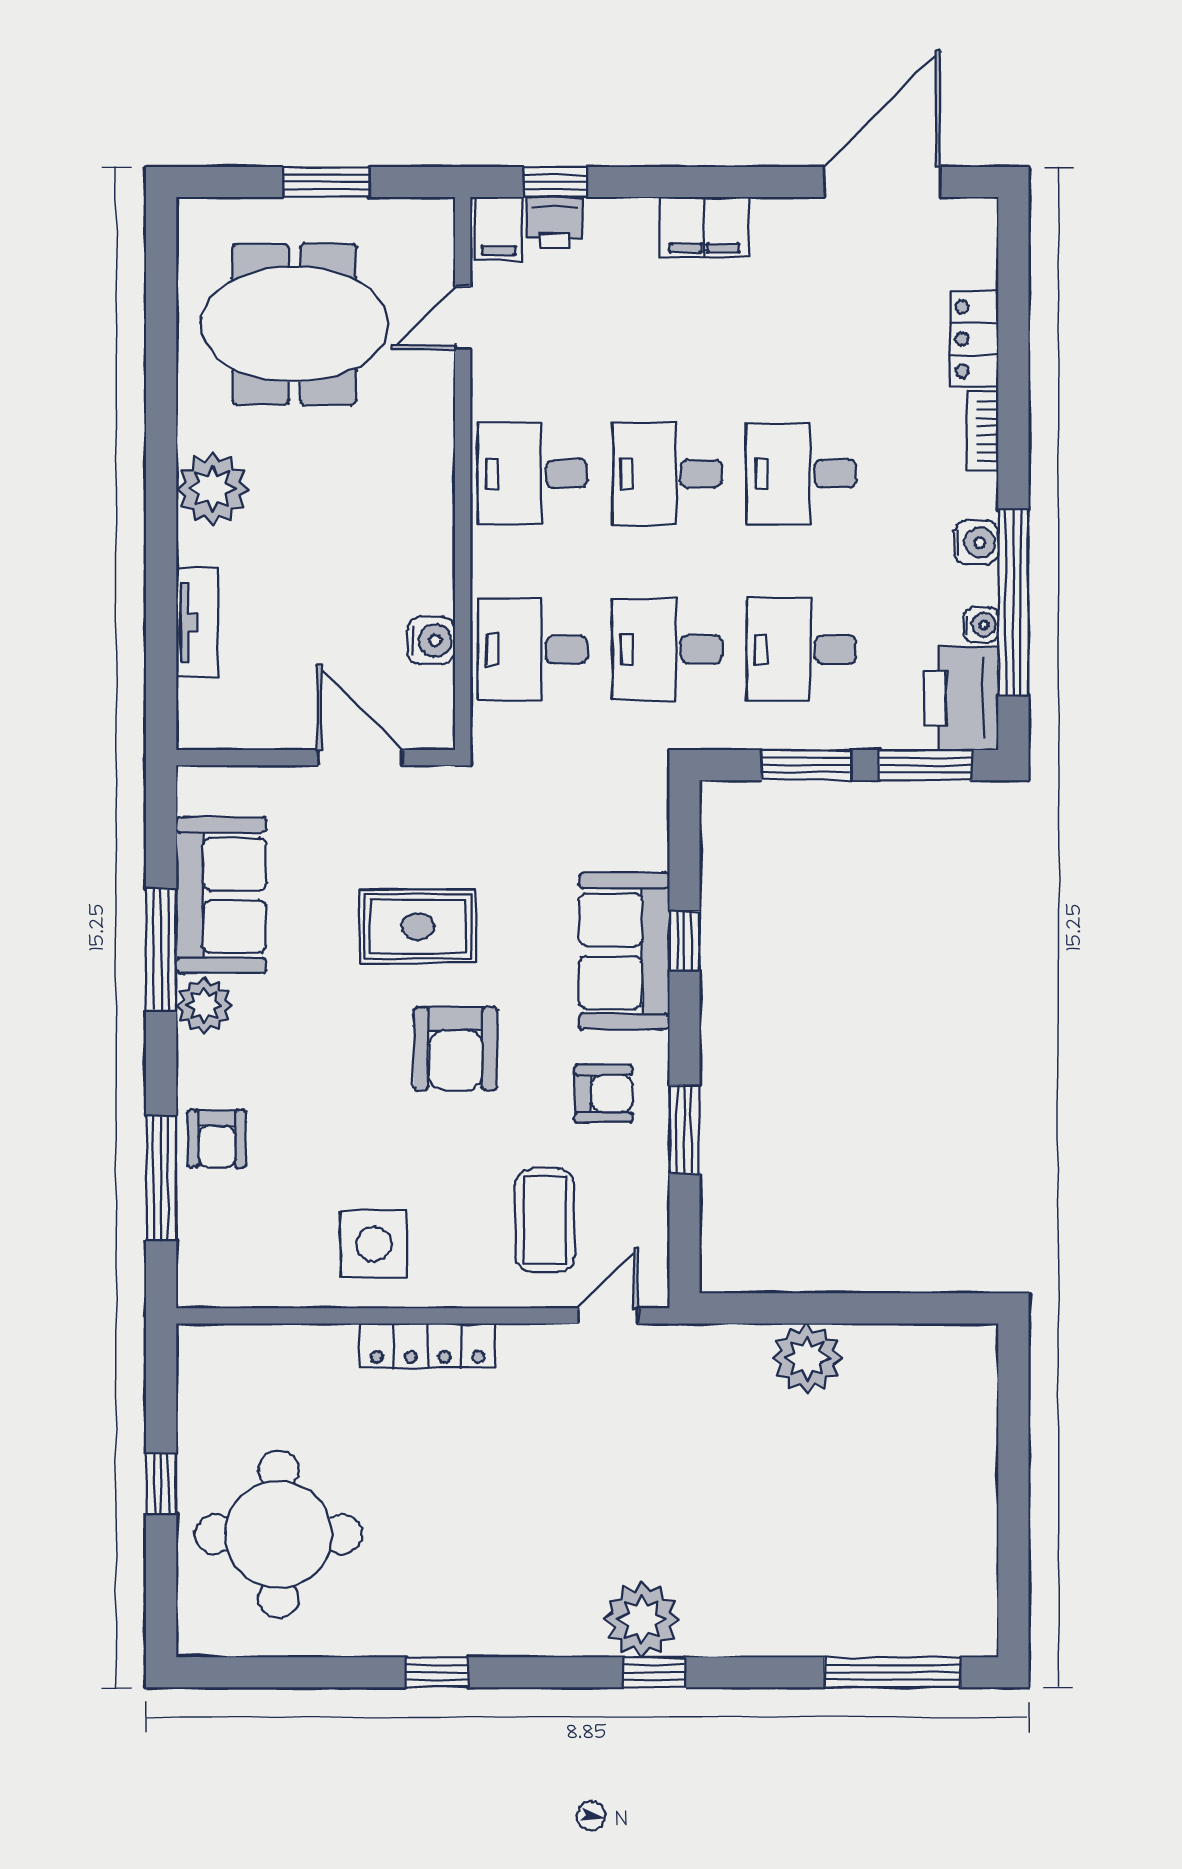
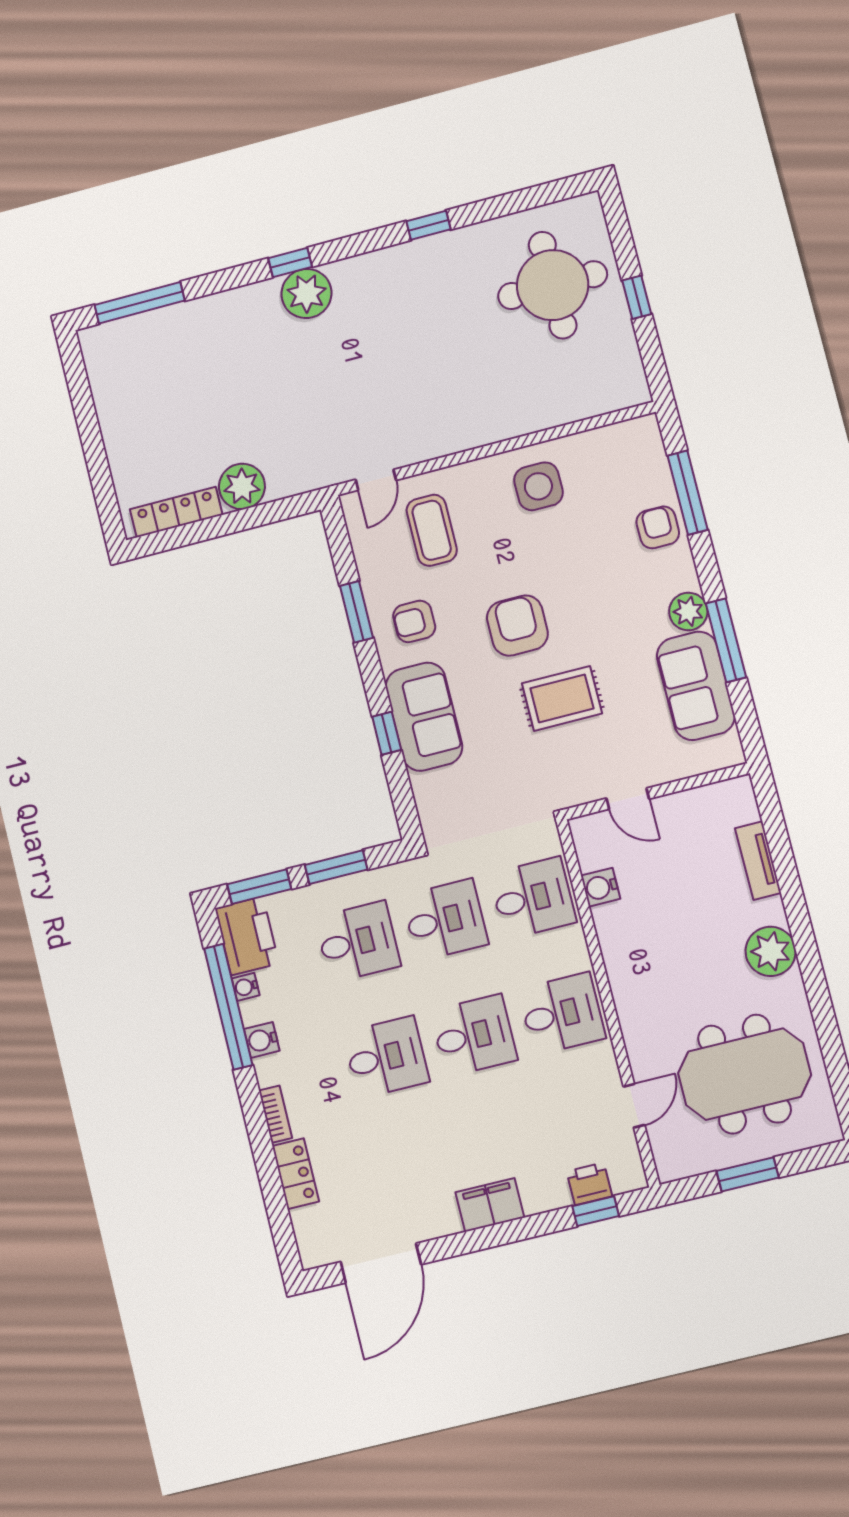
filing cabinet: (498, 229) -> (625, 1171), removed
door: (360, 758) -> (628, 799), width x0.73
locker: (428, 1346) -> (176, 512), moved

